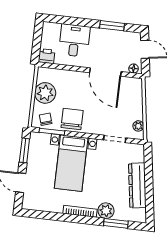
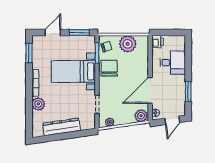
plant: (135, 87) -> (141, 116), added
chair: (72, 119) -> (109, 68), turned -90
window: (116, 223) -> (29, 53), moved

